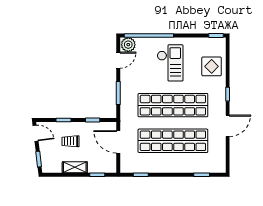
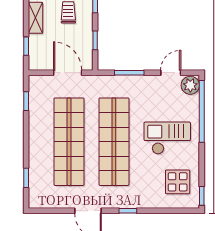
door: (118, 60) -> (171, 73), swing flipped
checkout: (170, 63) -> (167, 138), turned 180
display table: (212, 66) -> (178, 182), moved
door: (118, 142) -> (68, 73), hinge flipped

